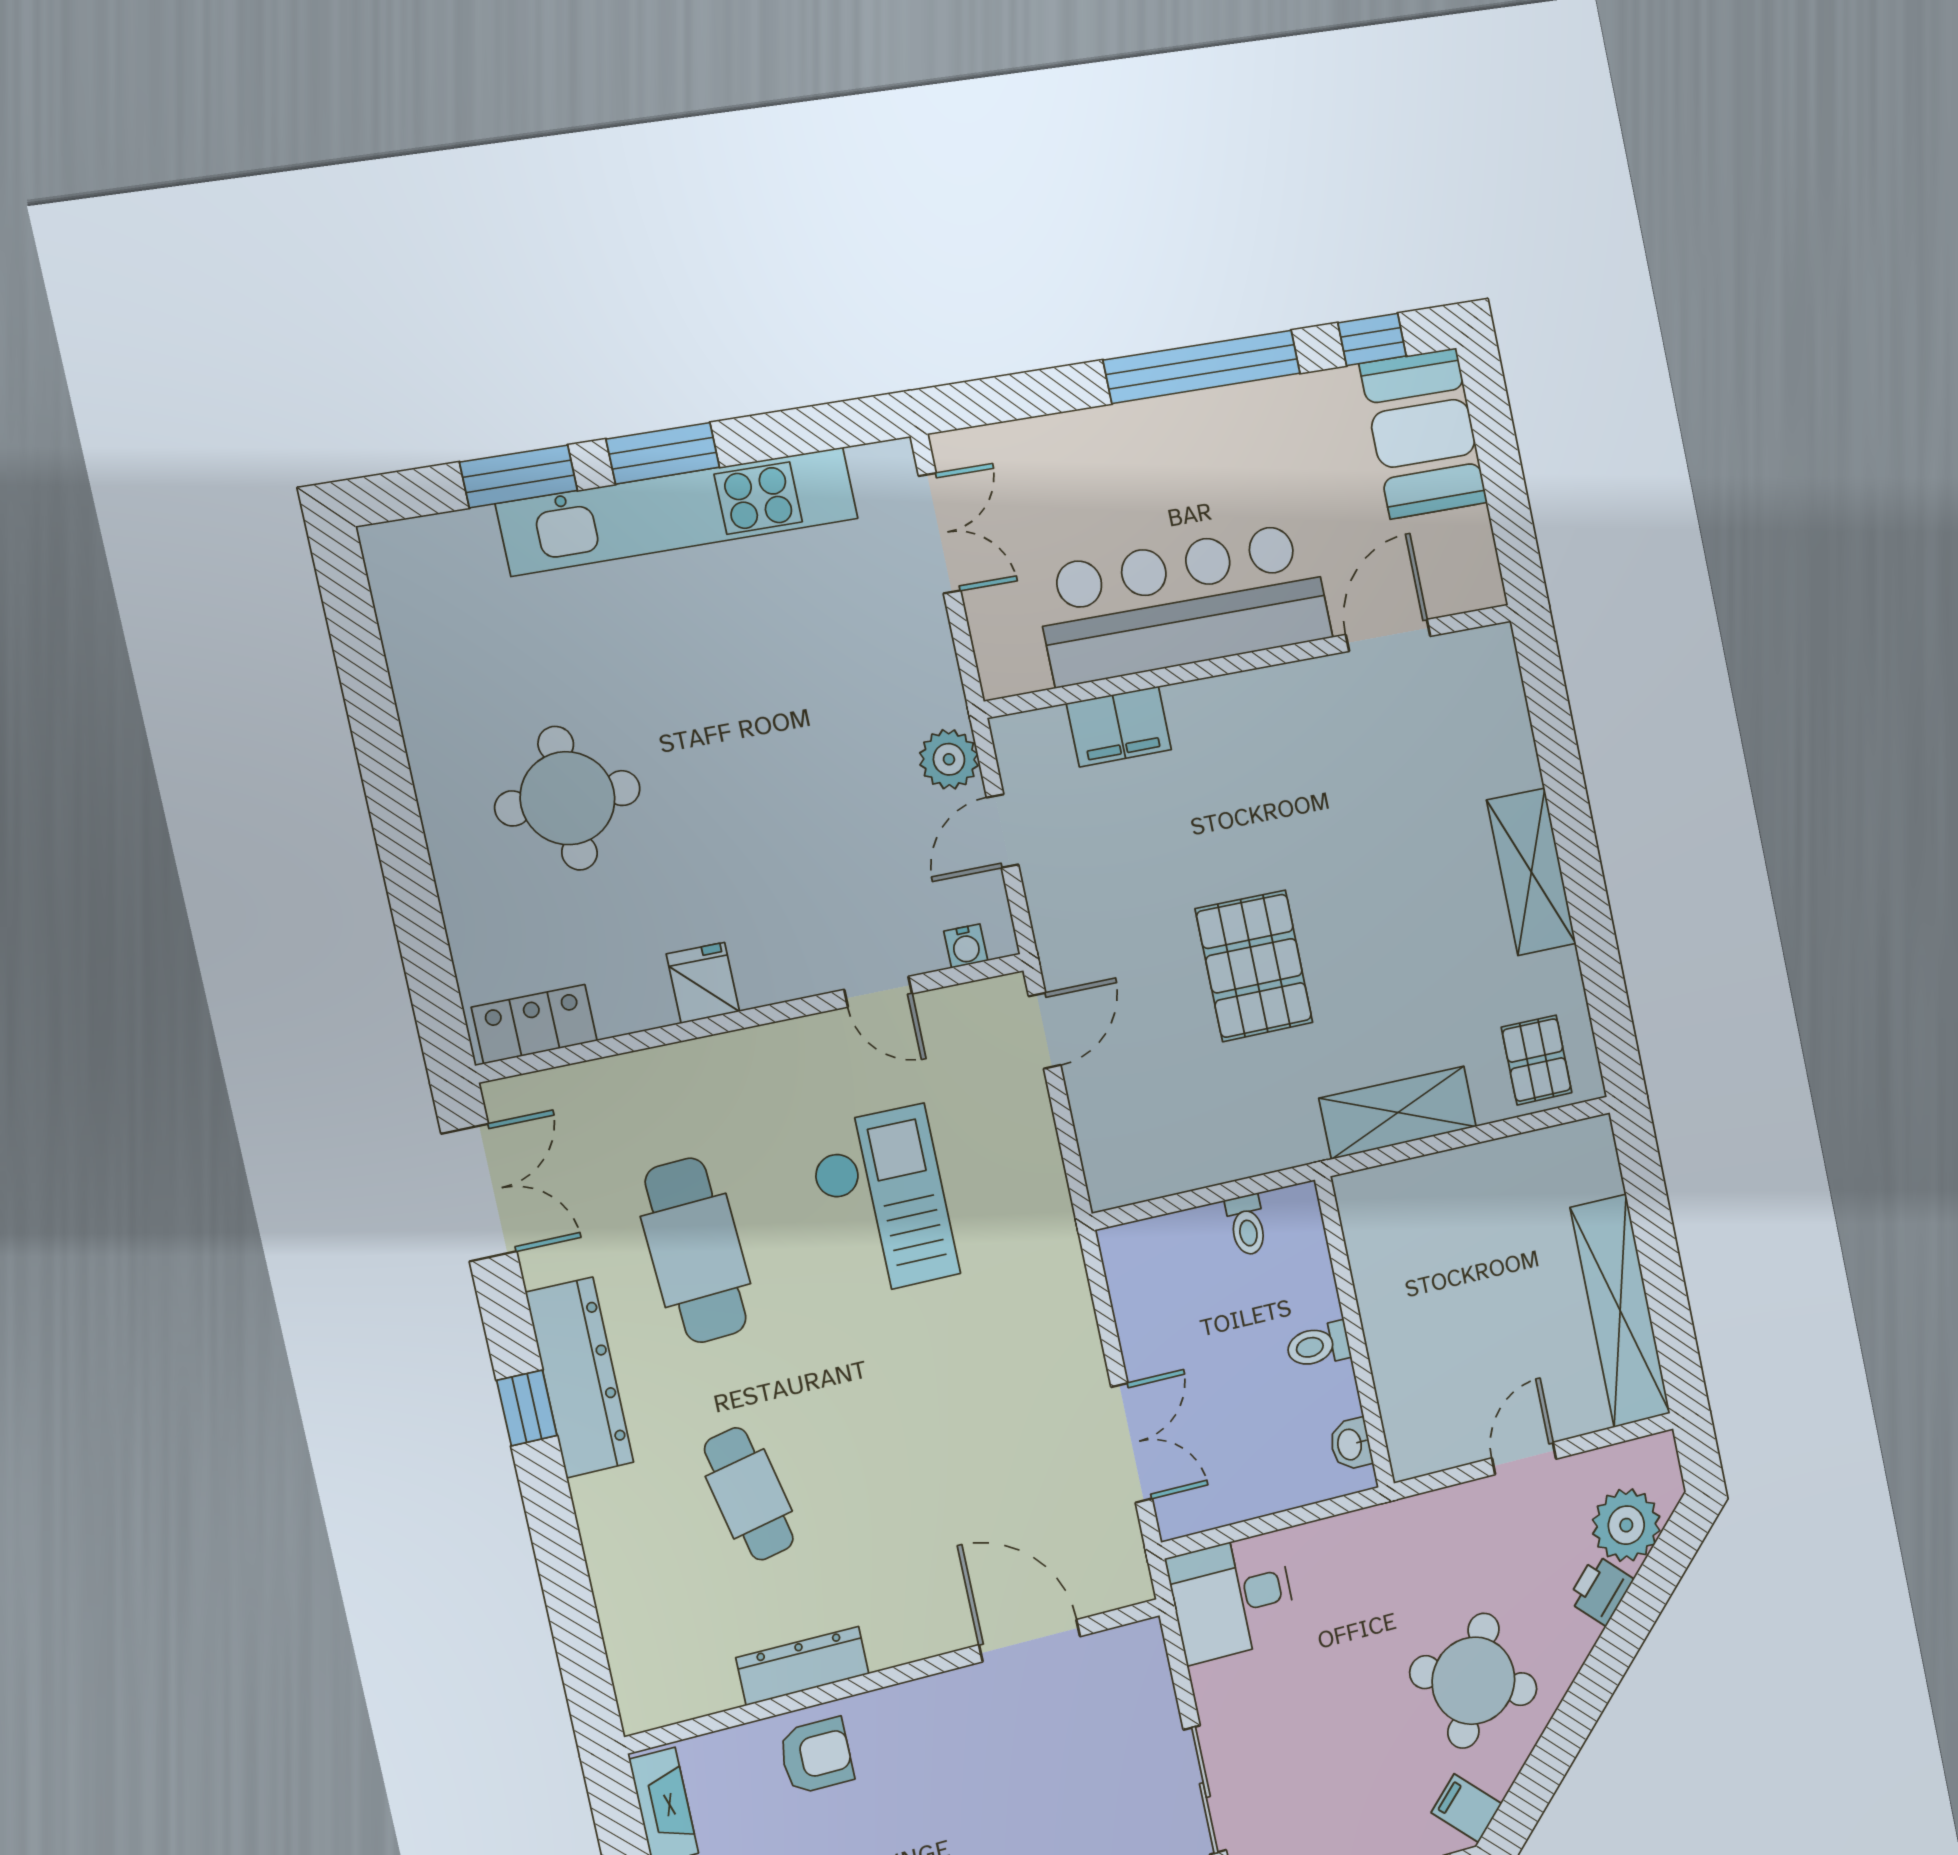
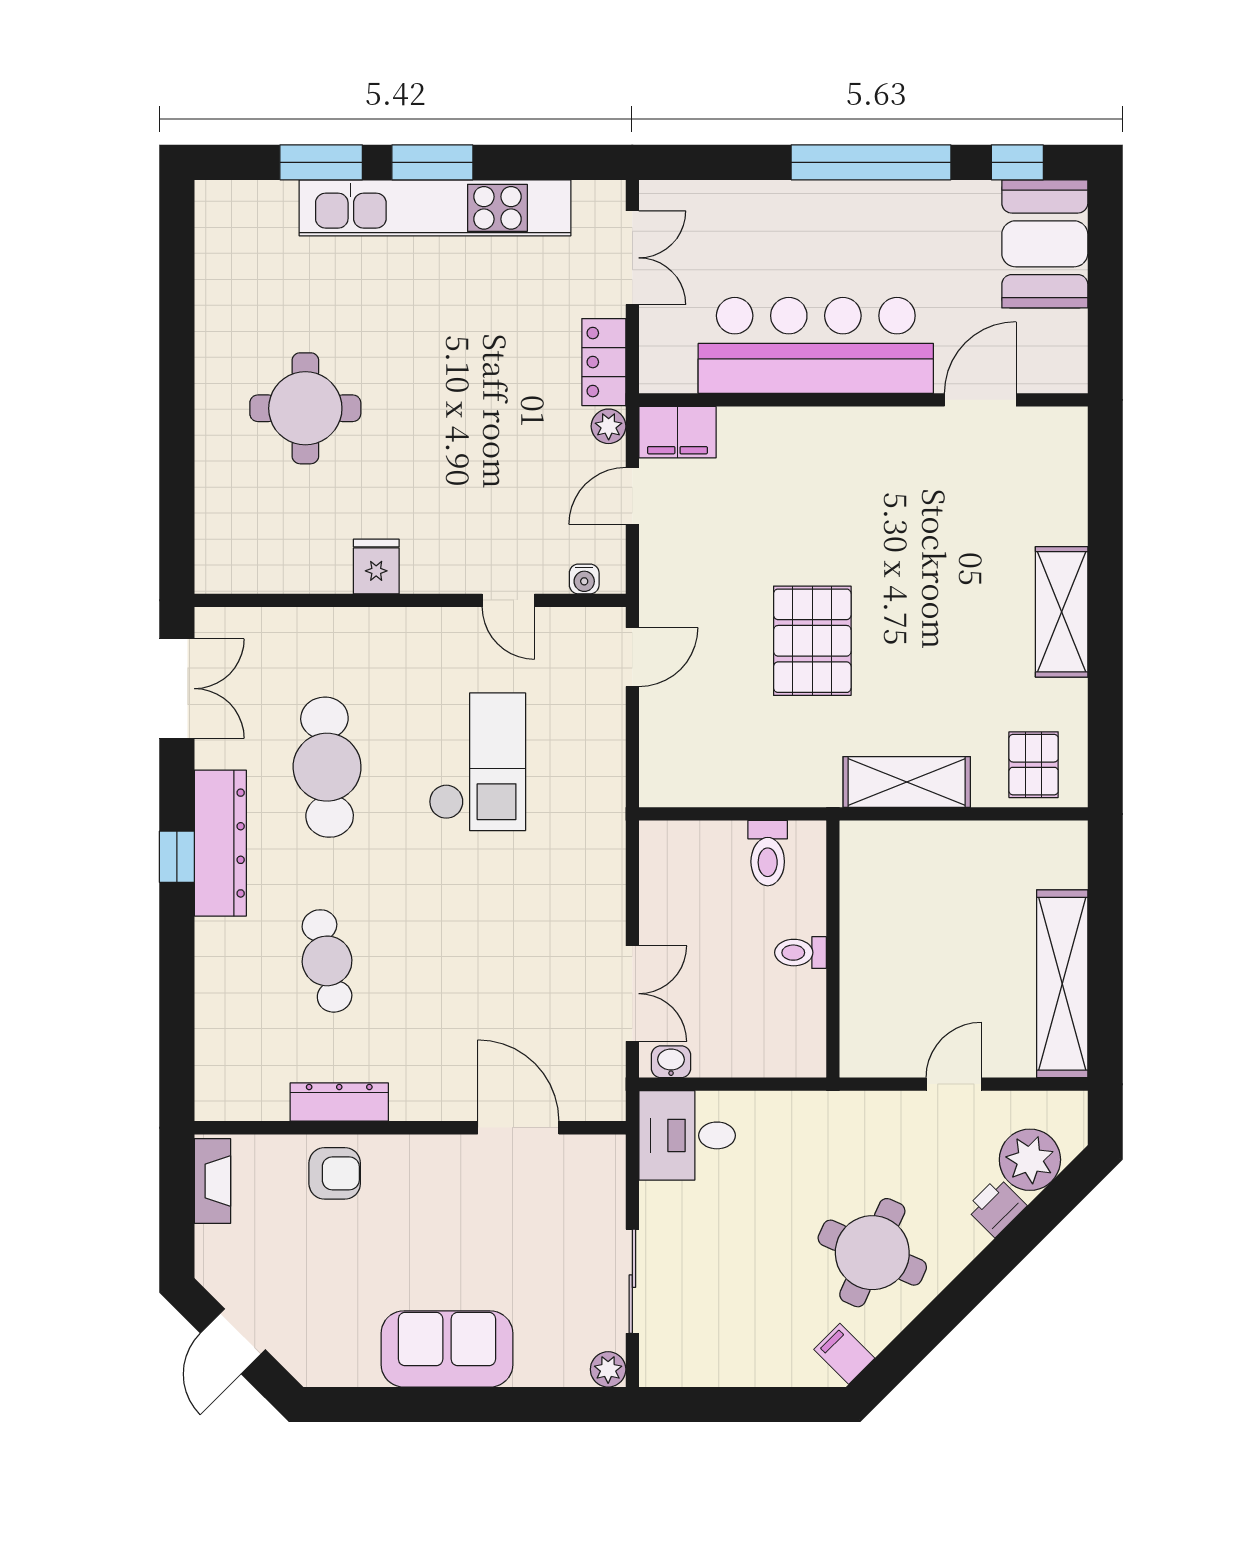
filing cabinet: (1119, 727) -> (677, 432), moved
plant: (949, 759) -> (609, 426), width x0.73, depth x0.73
locker: (534, 1024) -> (604, 362), moved, turned -90
toilet: (1247, 1225) -> (768, 853), width x1.37, depth x1.39
washbasin: (1351, 1444) -> (671, 1062), moved, turned 90

